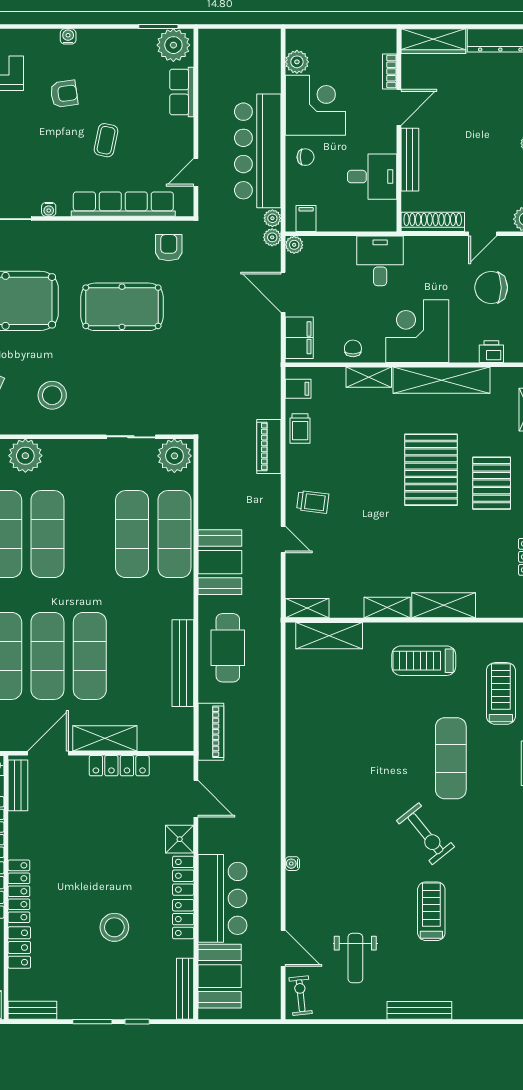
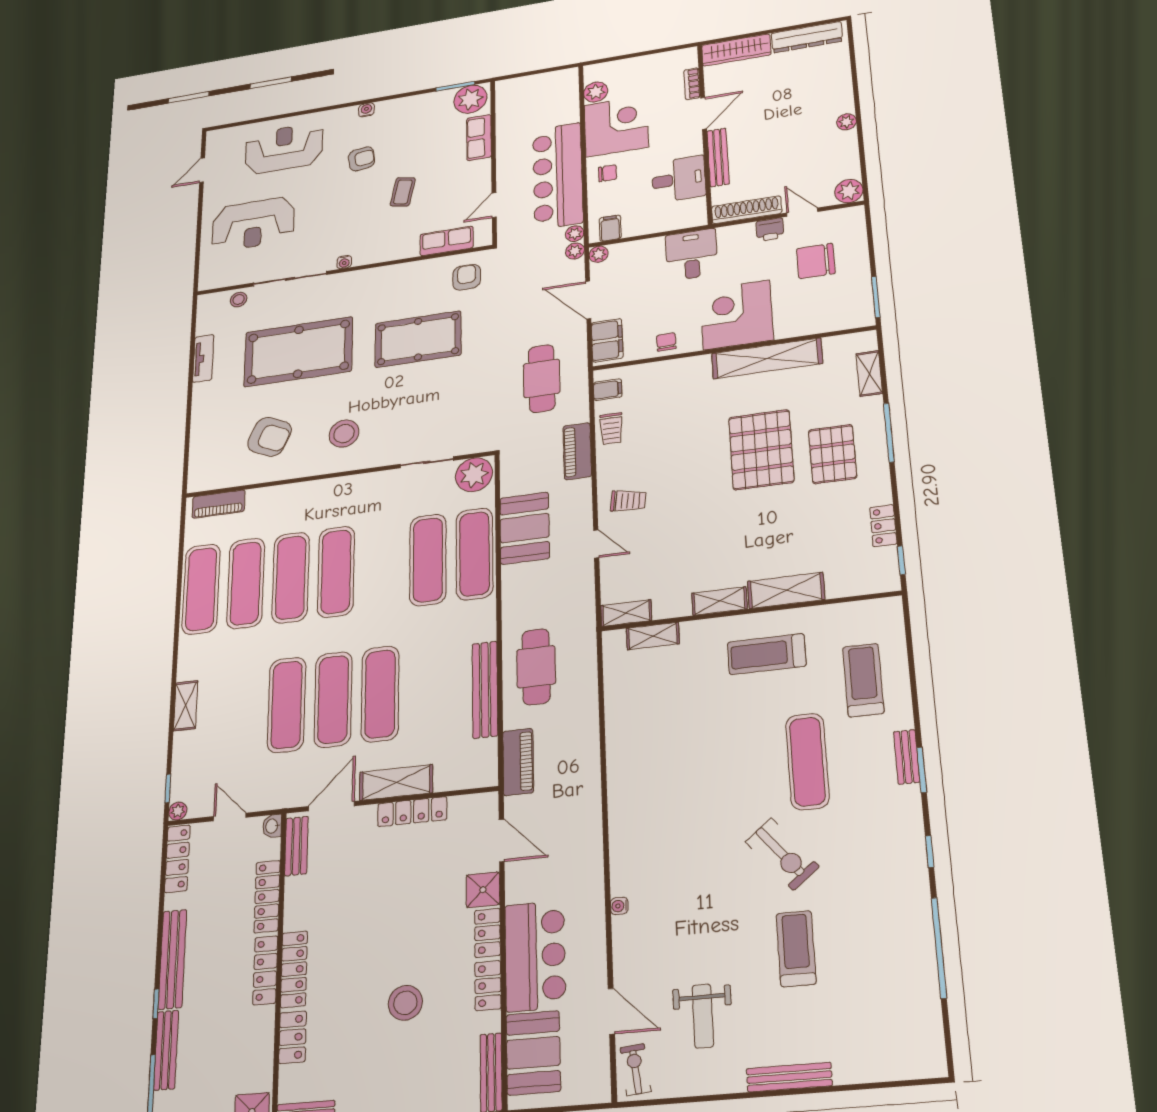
row of seats: (123, 204) -> (447, 241), width x0.50
door: (483, 234) -> (802, 212), swing flipped
printer: (491, 352) -> (770, 230), moved, turned 180
cafe table: (238, 367) -> (542, 378), added
shelving: (369, 377) -> (685, 367), removed
plant: (25, 456) -> (314, 496), removed
booth: (220, 562) -> (525, 528), moved
shelving: (329, 636) -> (653, 636), width x0.67, depth x0.75

